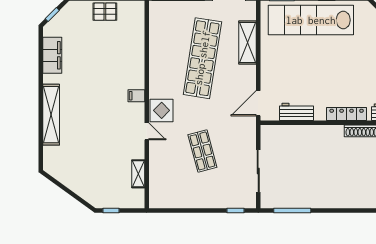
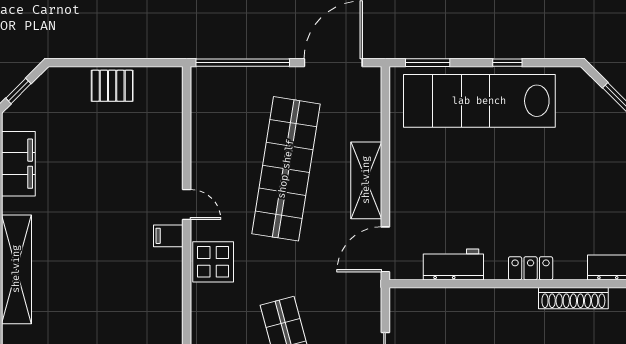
shelving: (248, 43) -> (366, 180), moved
locker: (347, 114) -> (531, 268), width x0.66
door: (147, 131) -> (187, 205), moved

